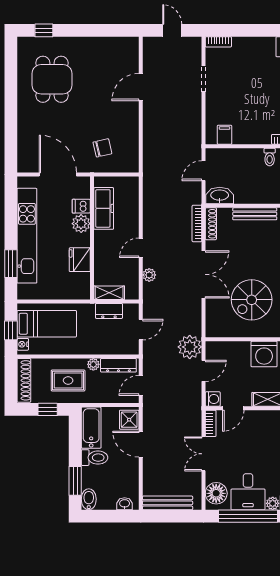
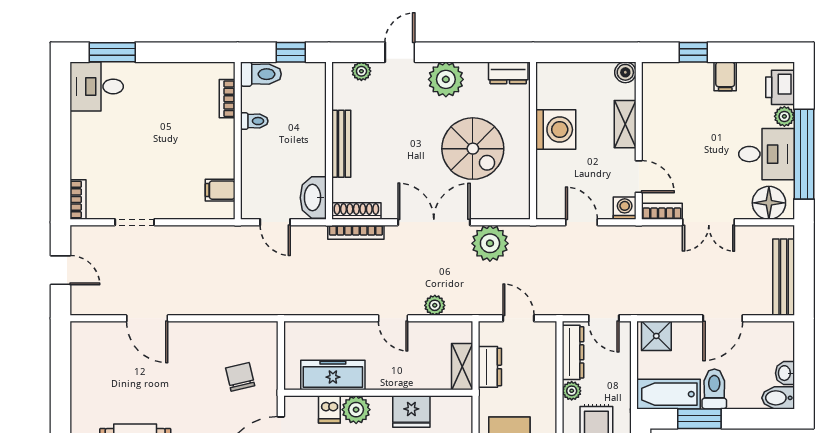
door: (172, 30) -> (60, 270), swing flipped
plant: (190, 347) -> (490, 243), moved
door: (141, 444) -> (723, 318), moved
window: (75, 481) -> (699, 419), moved
washbasin: (125, 504) -> (785, 373), moved

